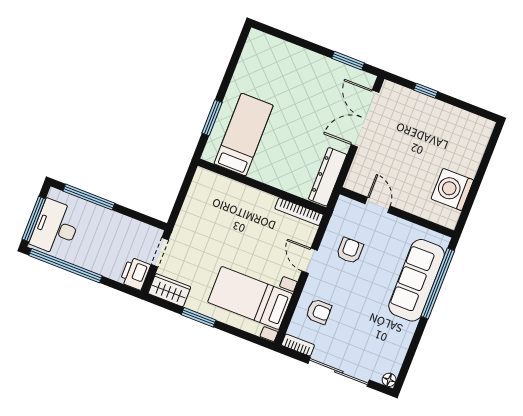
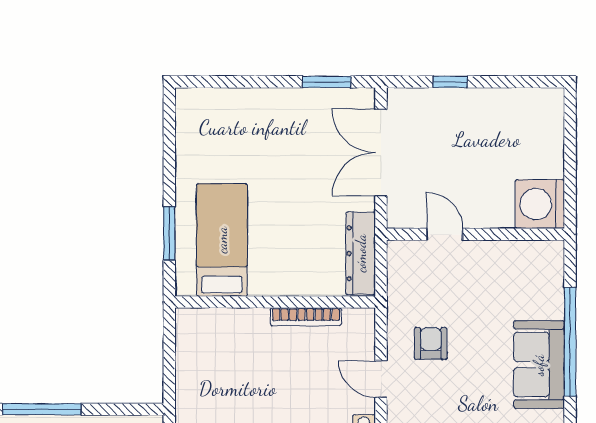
door: (378, 205) -> (445, 234), moved
bookcase: (299, 212) -> (306, 317), moved
wall: (397, 212) -> (476, 234), moved
sofa: (417, 280) -> (539, 365), width x0.73

